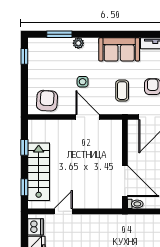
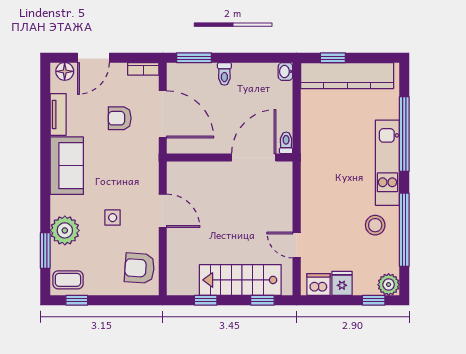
plant: (78, 43) -> (65, 230), width x1.88, depth x1.88
coffee table: (122, 91) -> (68, 280), moved
door: (87, 117) -> (163, 211), swing flipped

